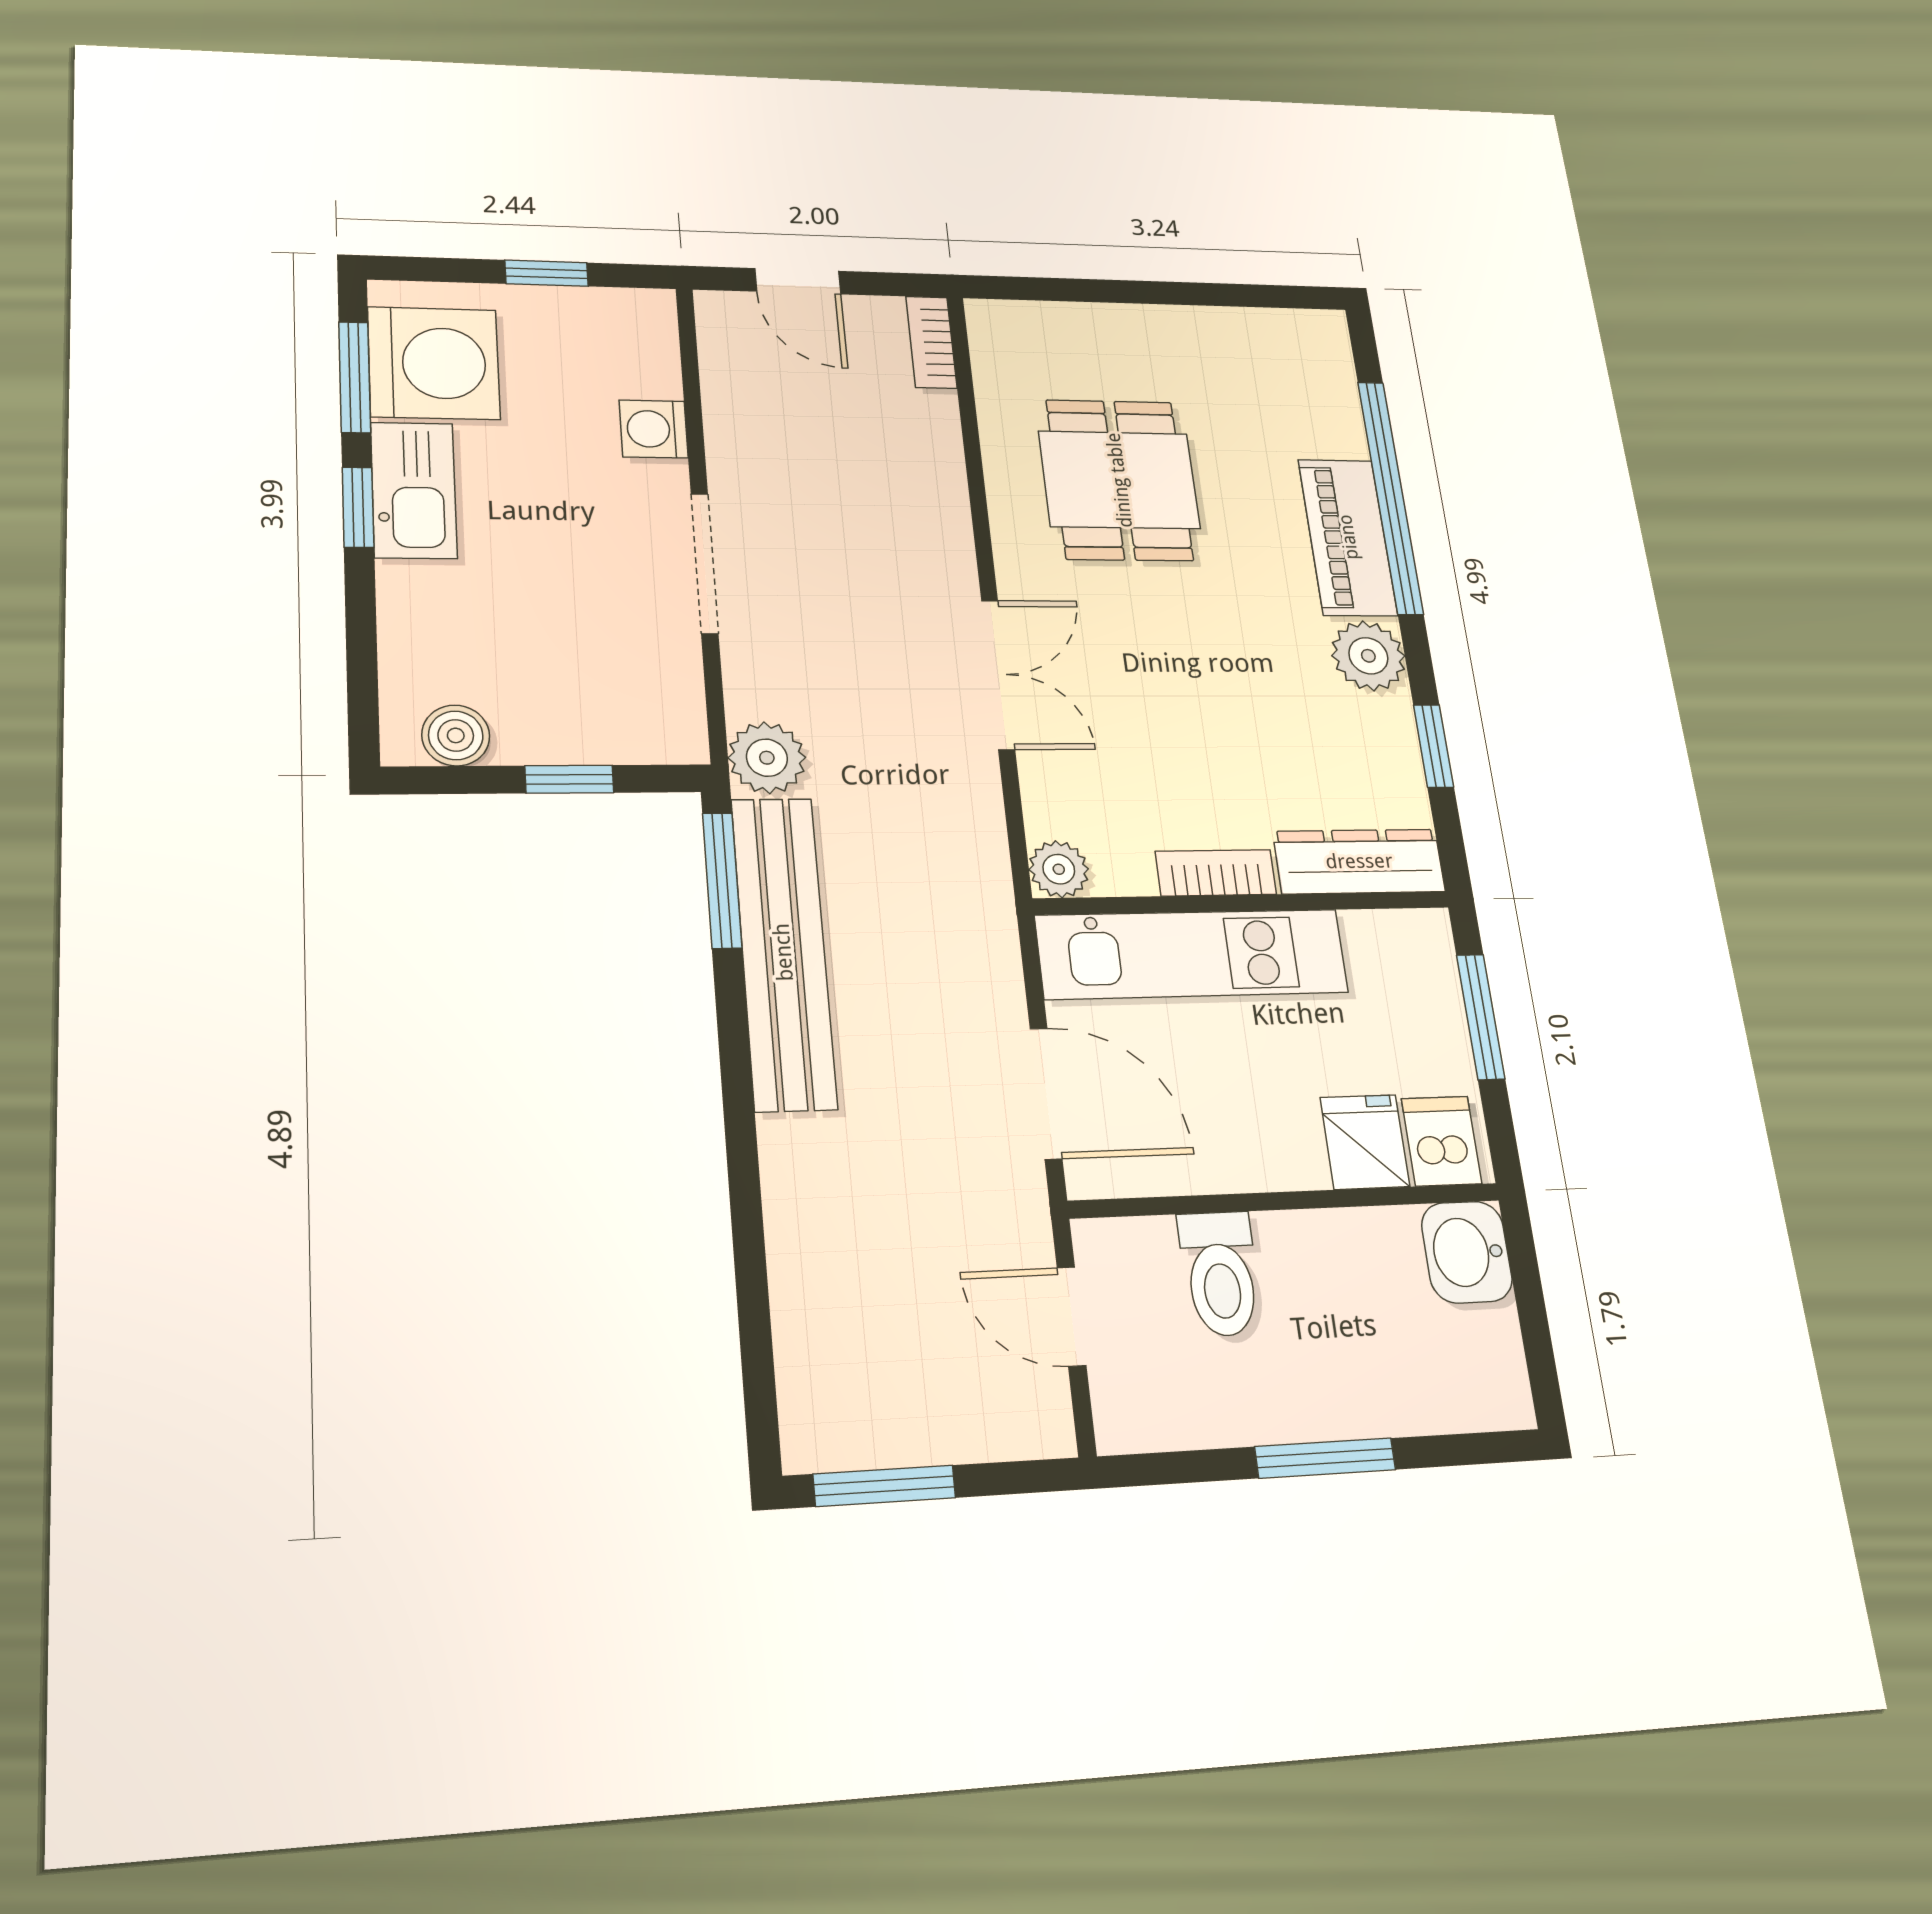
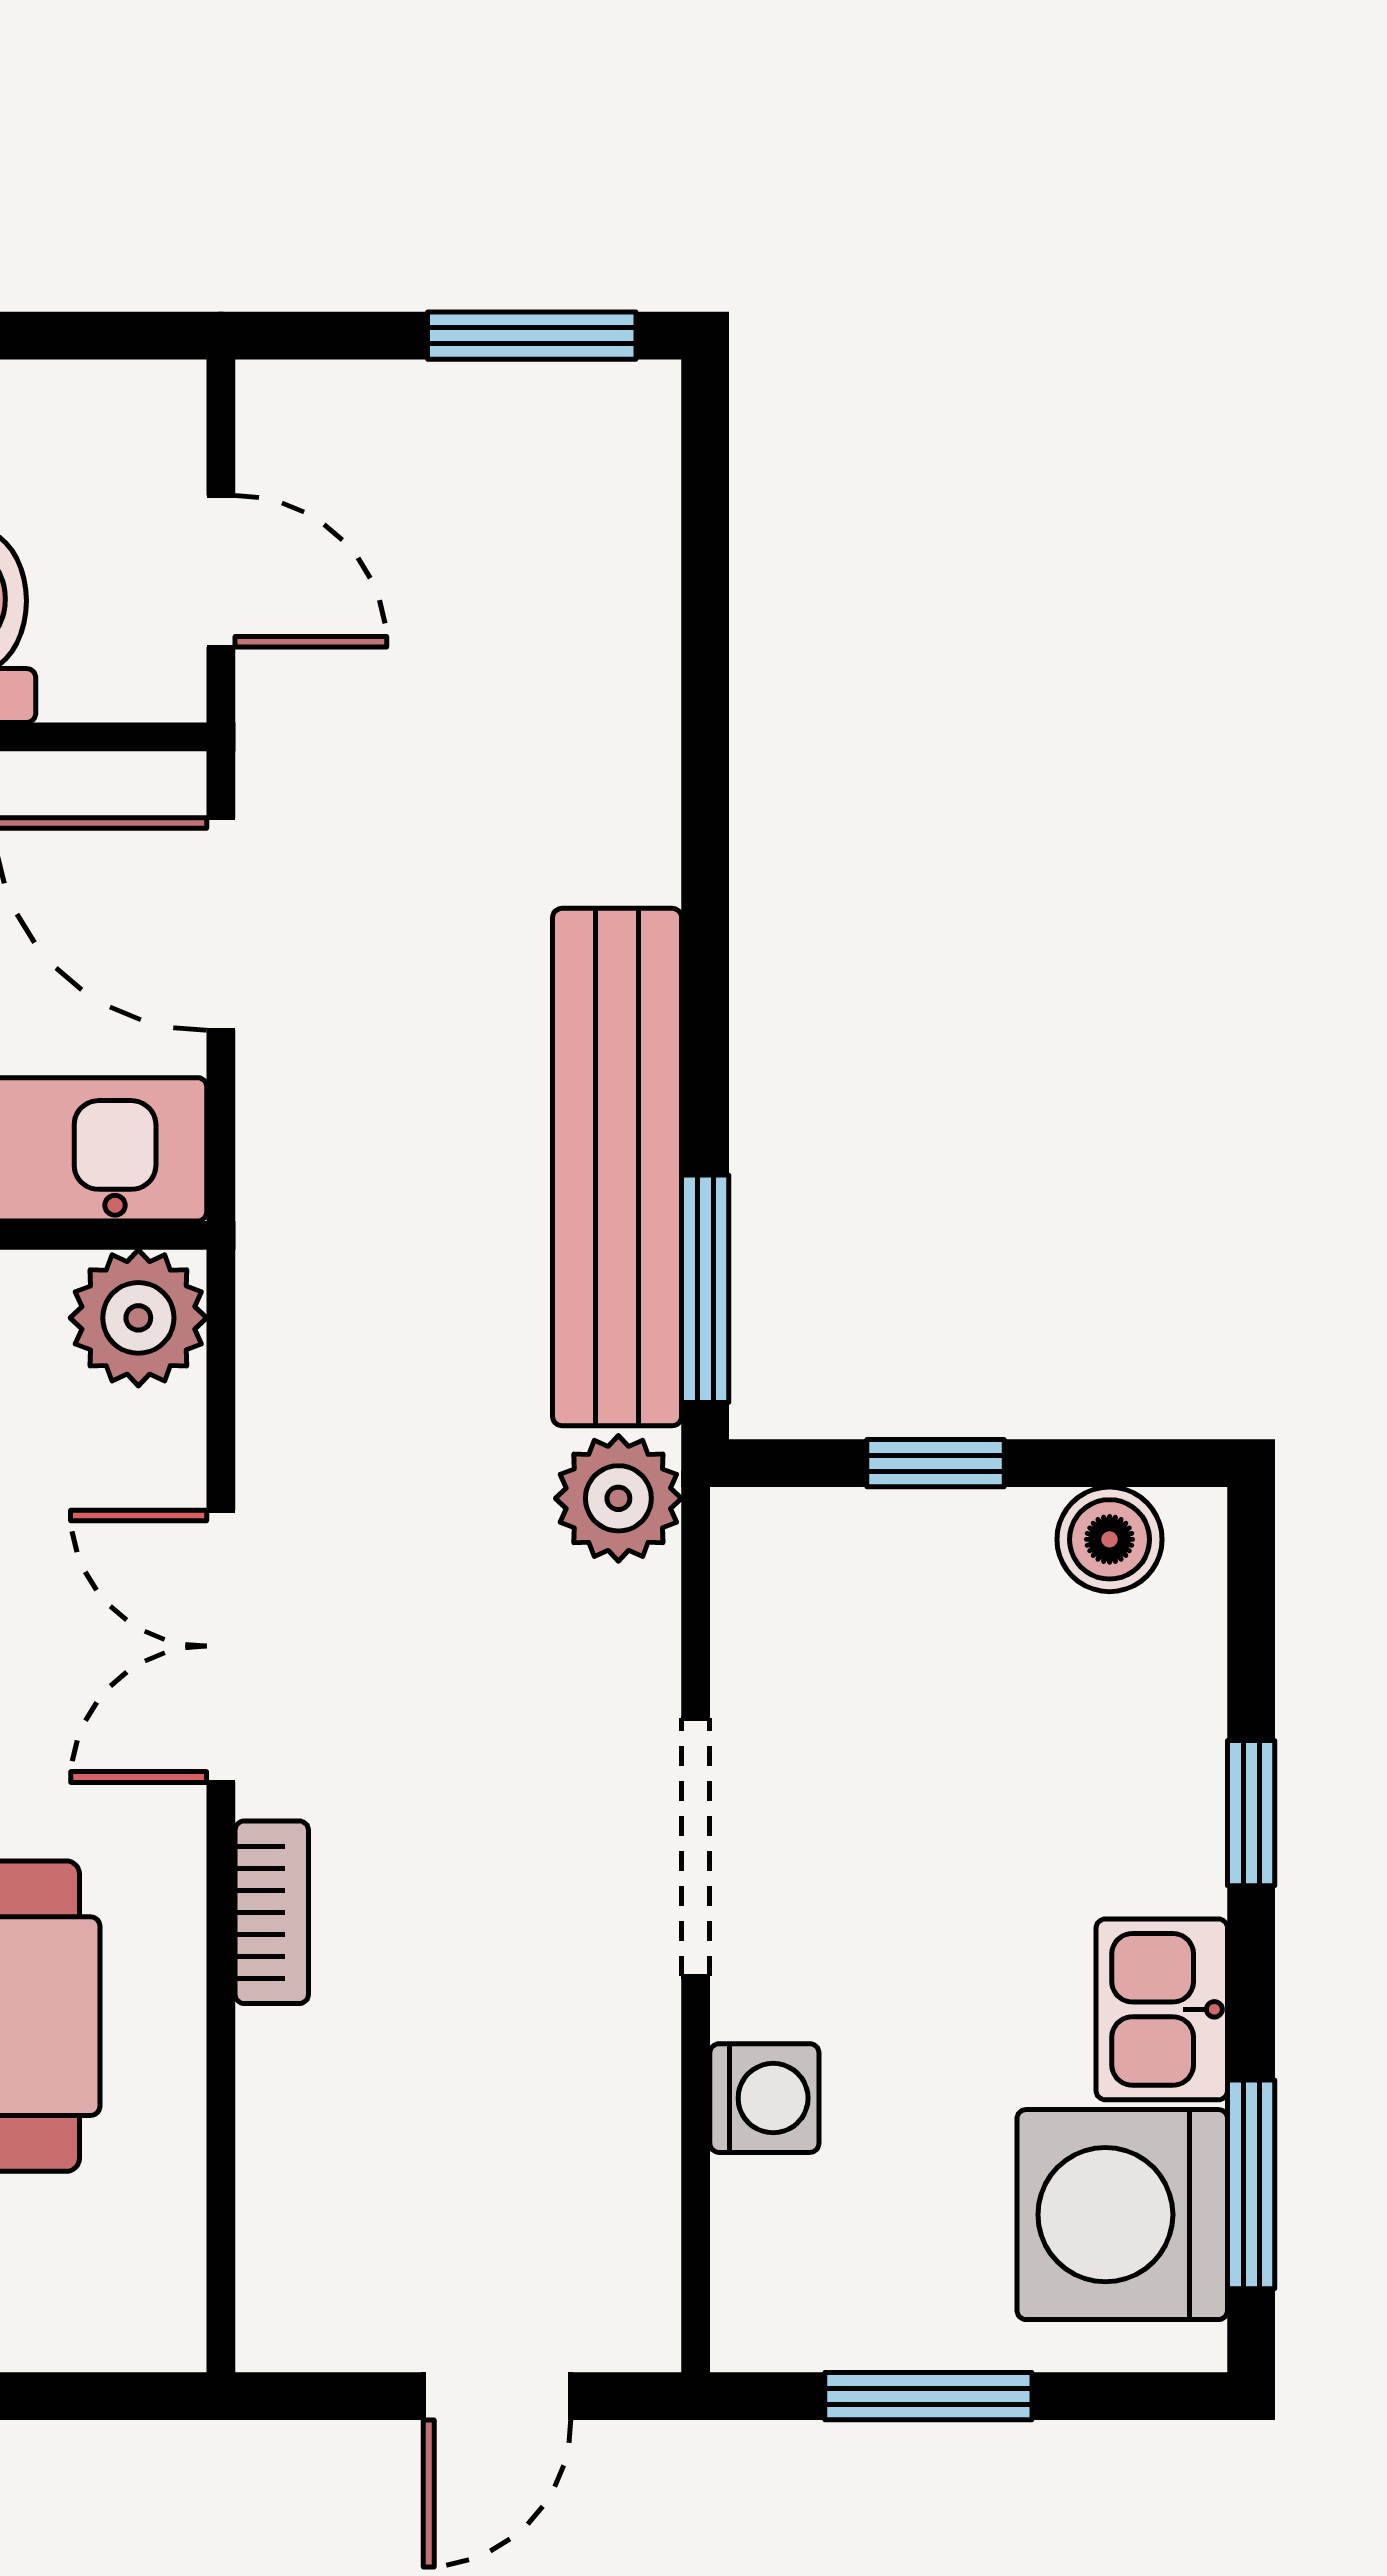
window: (547, 273) -> (928, 2396), width x1.50
door: (798, 281) -> (497, 2396), swing flipped
bookcase: (931, 342) -> (272, 1912), moved
kitchen sink: (414, 490) -> (1162, 2009), width x0.73
window: (358, 507) -> (1251, 1813), moved
plant: (1059, 869) -> (138, 1318), width x1.38, depth x1.38

